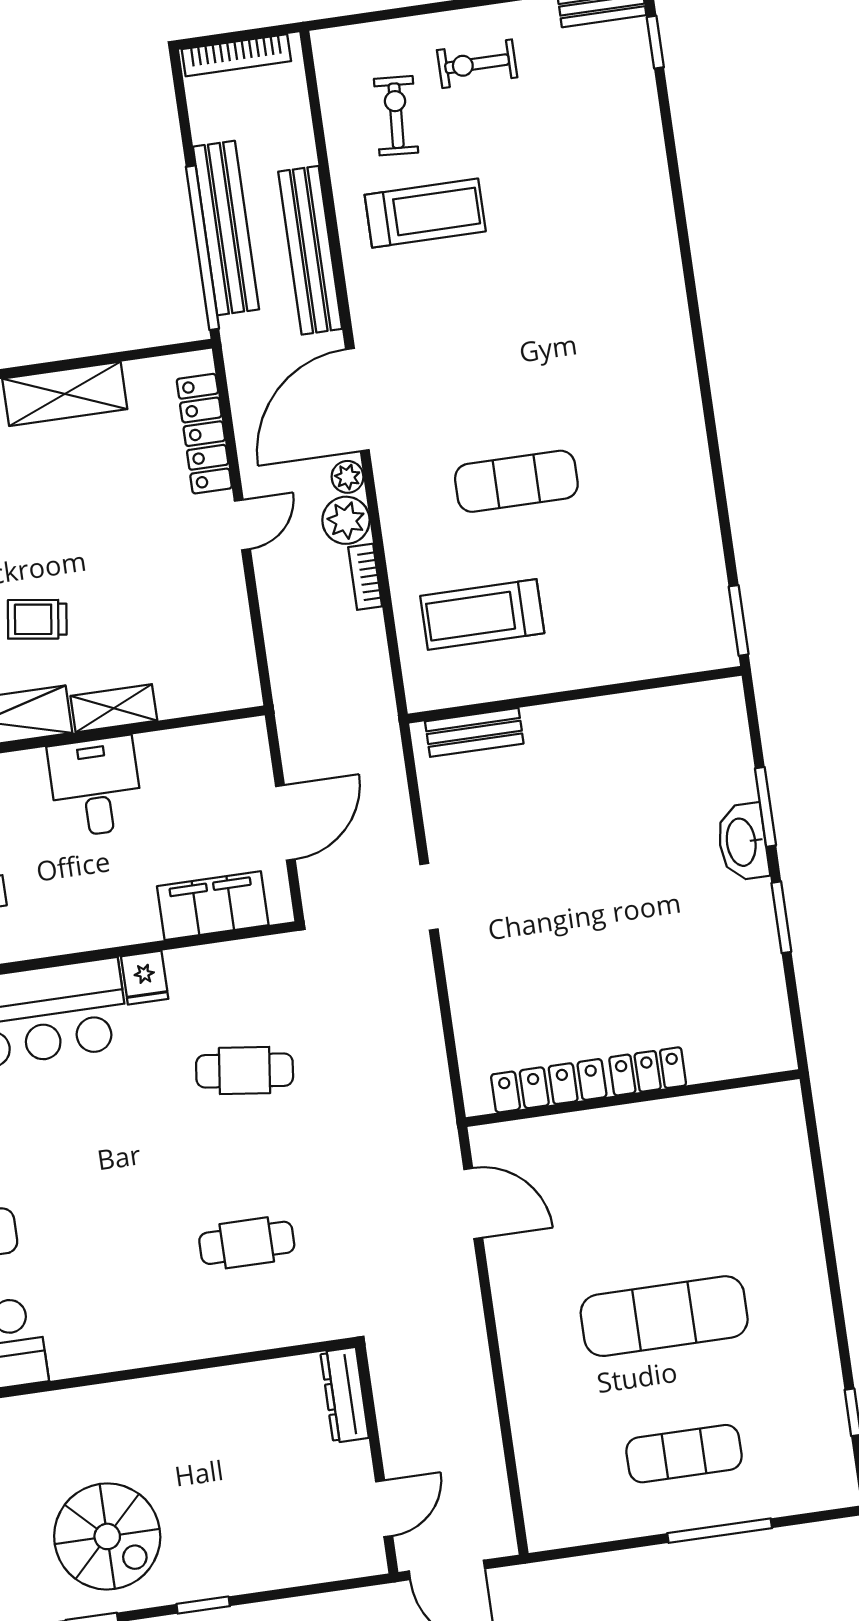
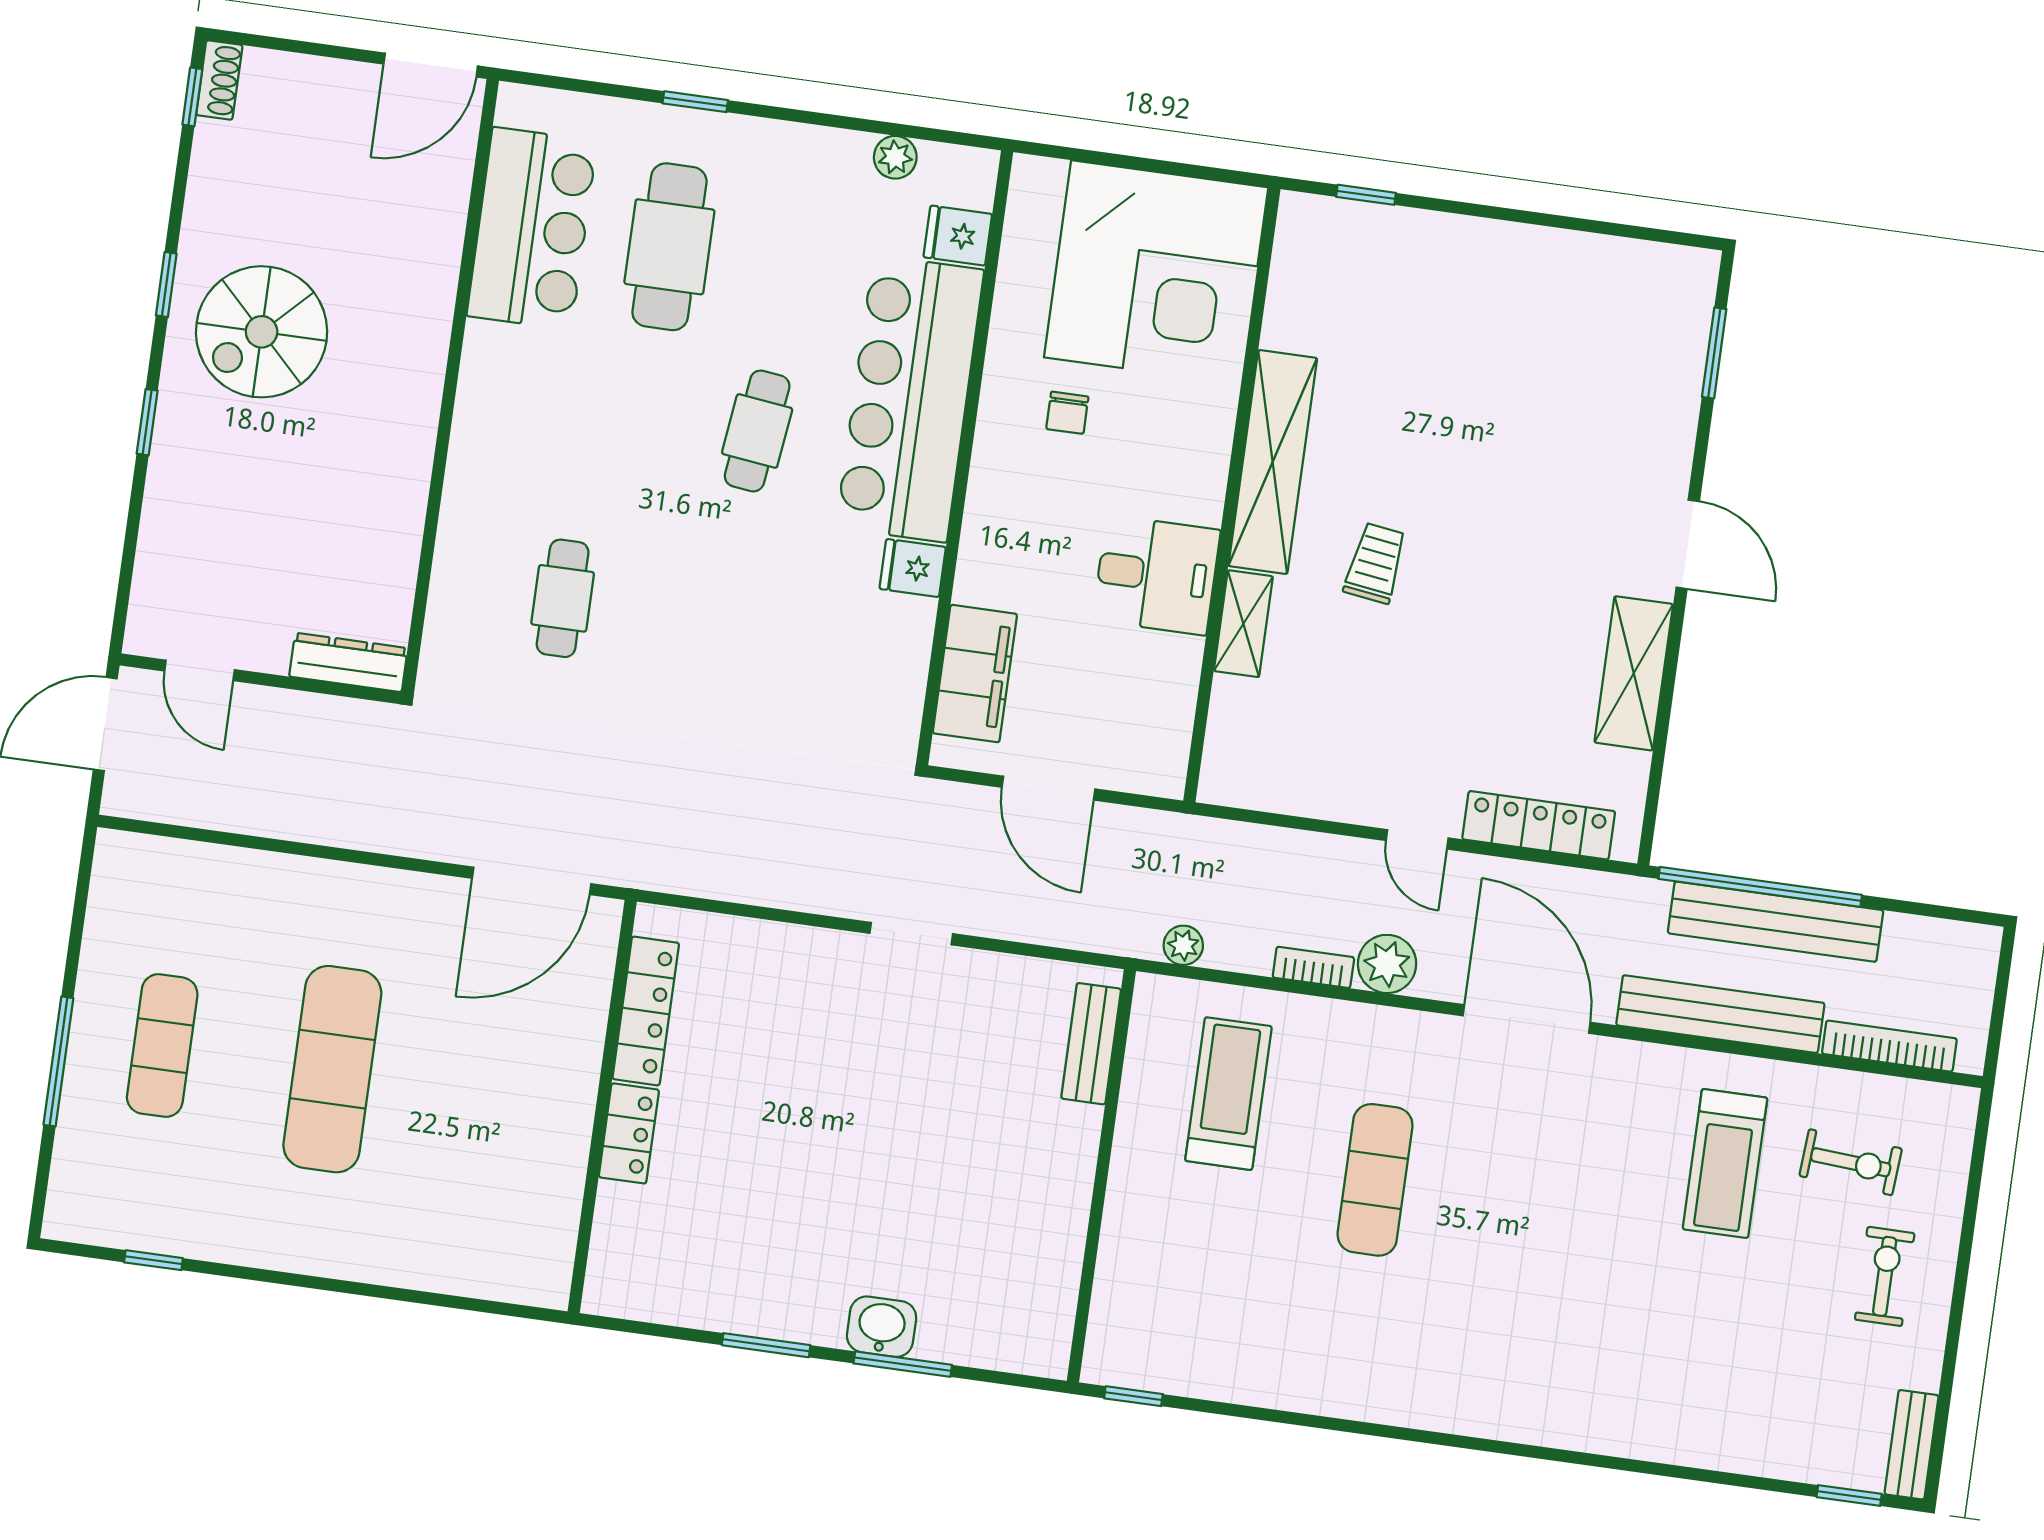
bookcase: (236, 55) -> (1889, 1046), moved, turned 90
plant: (347, 477) -> (1183, 945), moved
window: (739, 620) -> (1133, 1396), width x0.67
washbasin: (743, 842) -> (882, 1327), width x0.72
cafe table: (245, 1071) -> (757, 431), moved
door: (473, 1204) -> (532, 881), width x1.36

